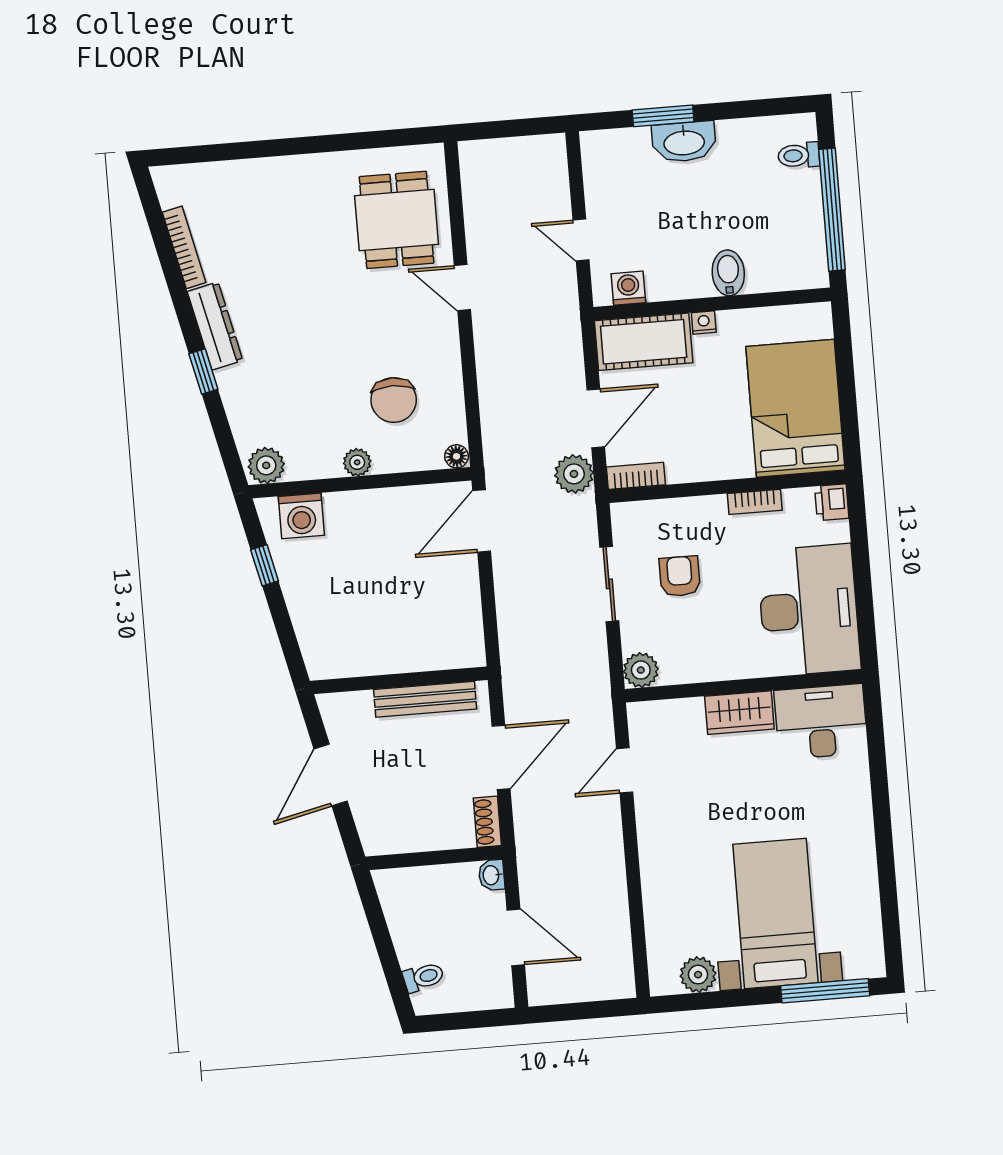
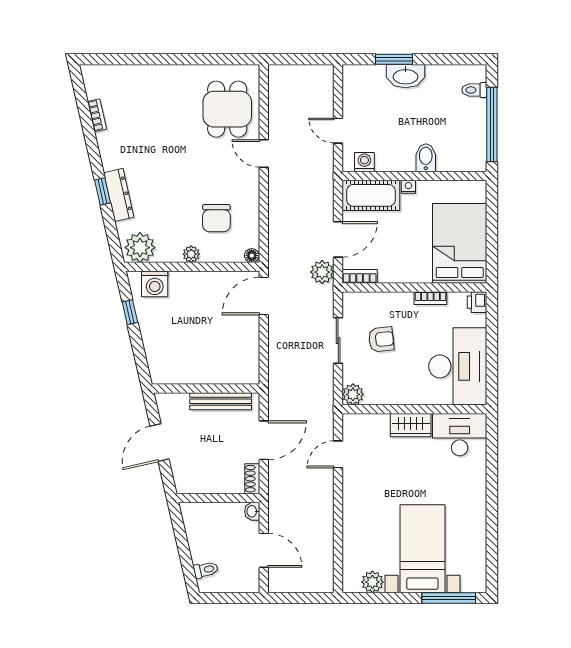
bookcase: (184, 247) -> (97, 115), width x0.64
dresser: (215, 326) -> (119, 195), moved
plant: (266, 465) -> (140, 248), width x1.36, depth x1.36
armchair: (680, 576) -> (381, 339), turned 84

